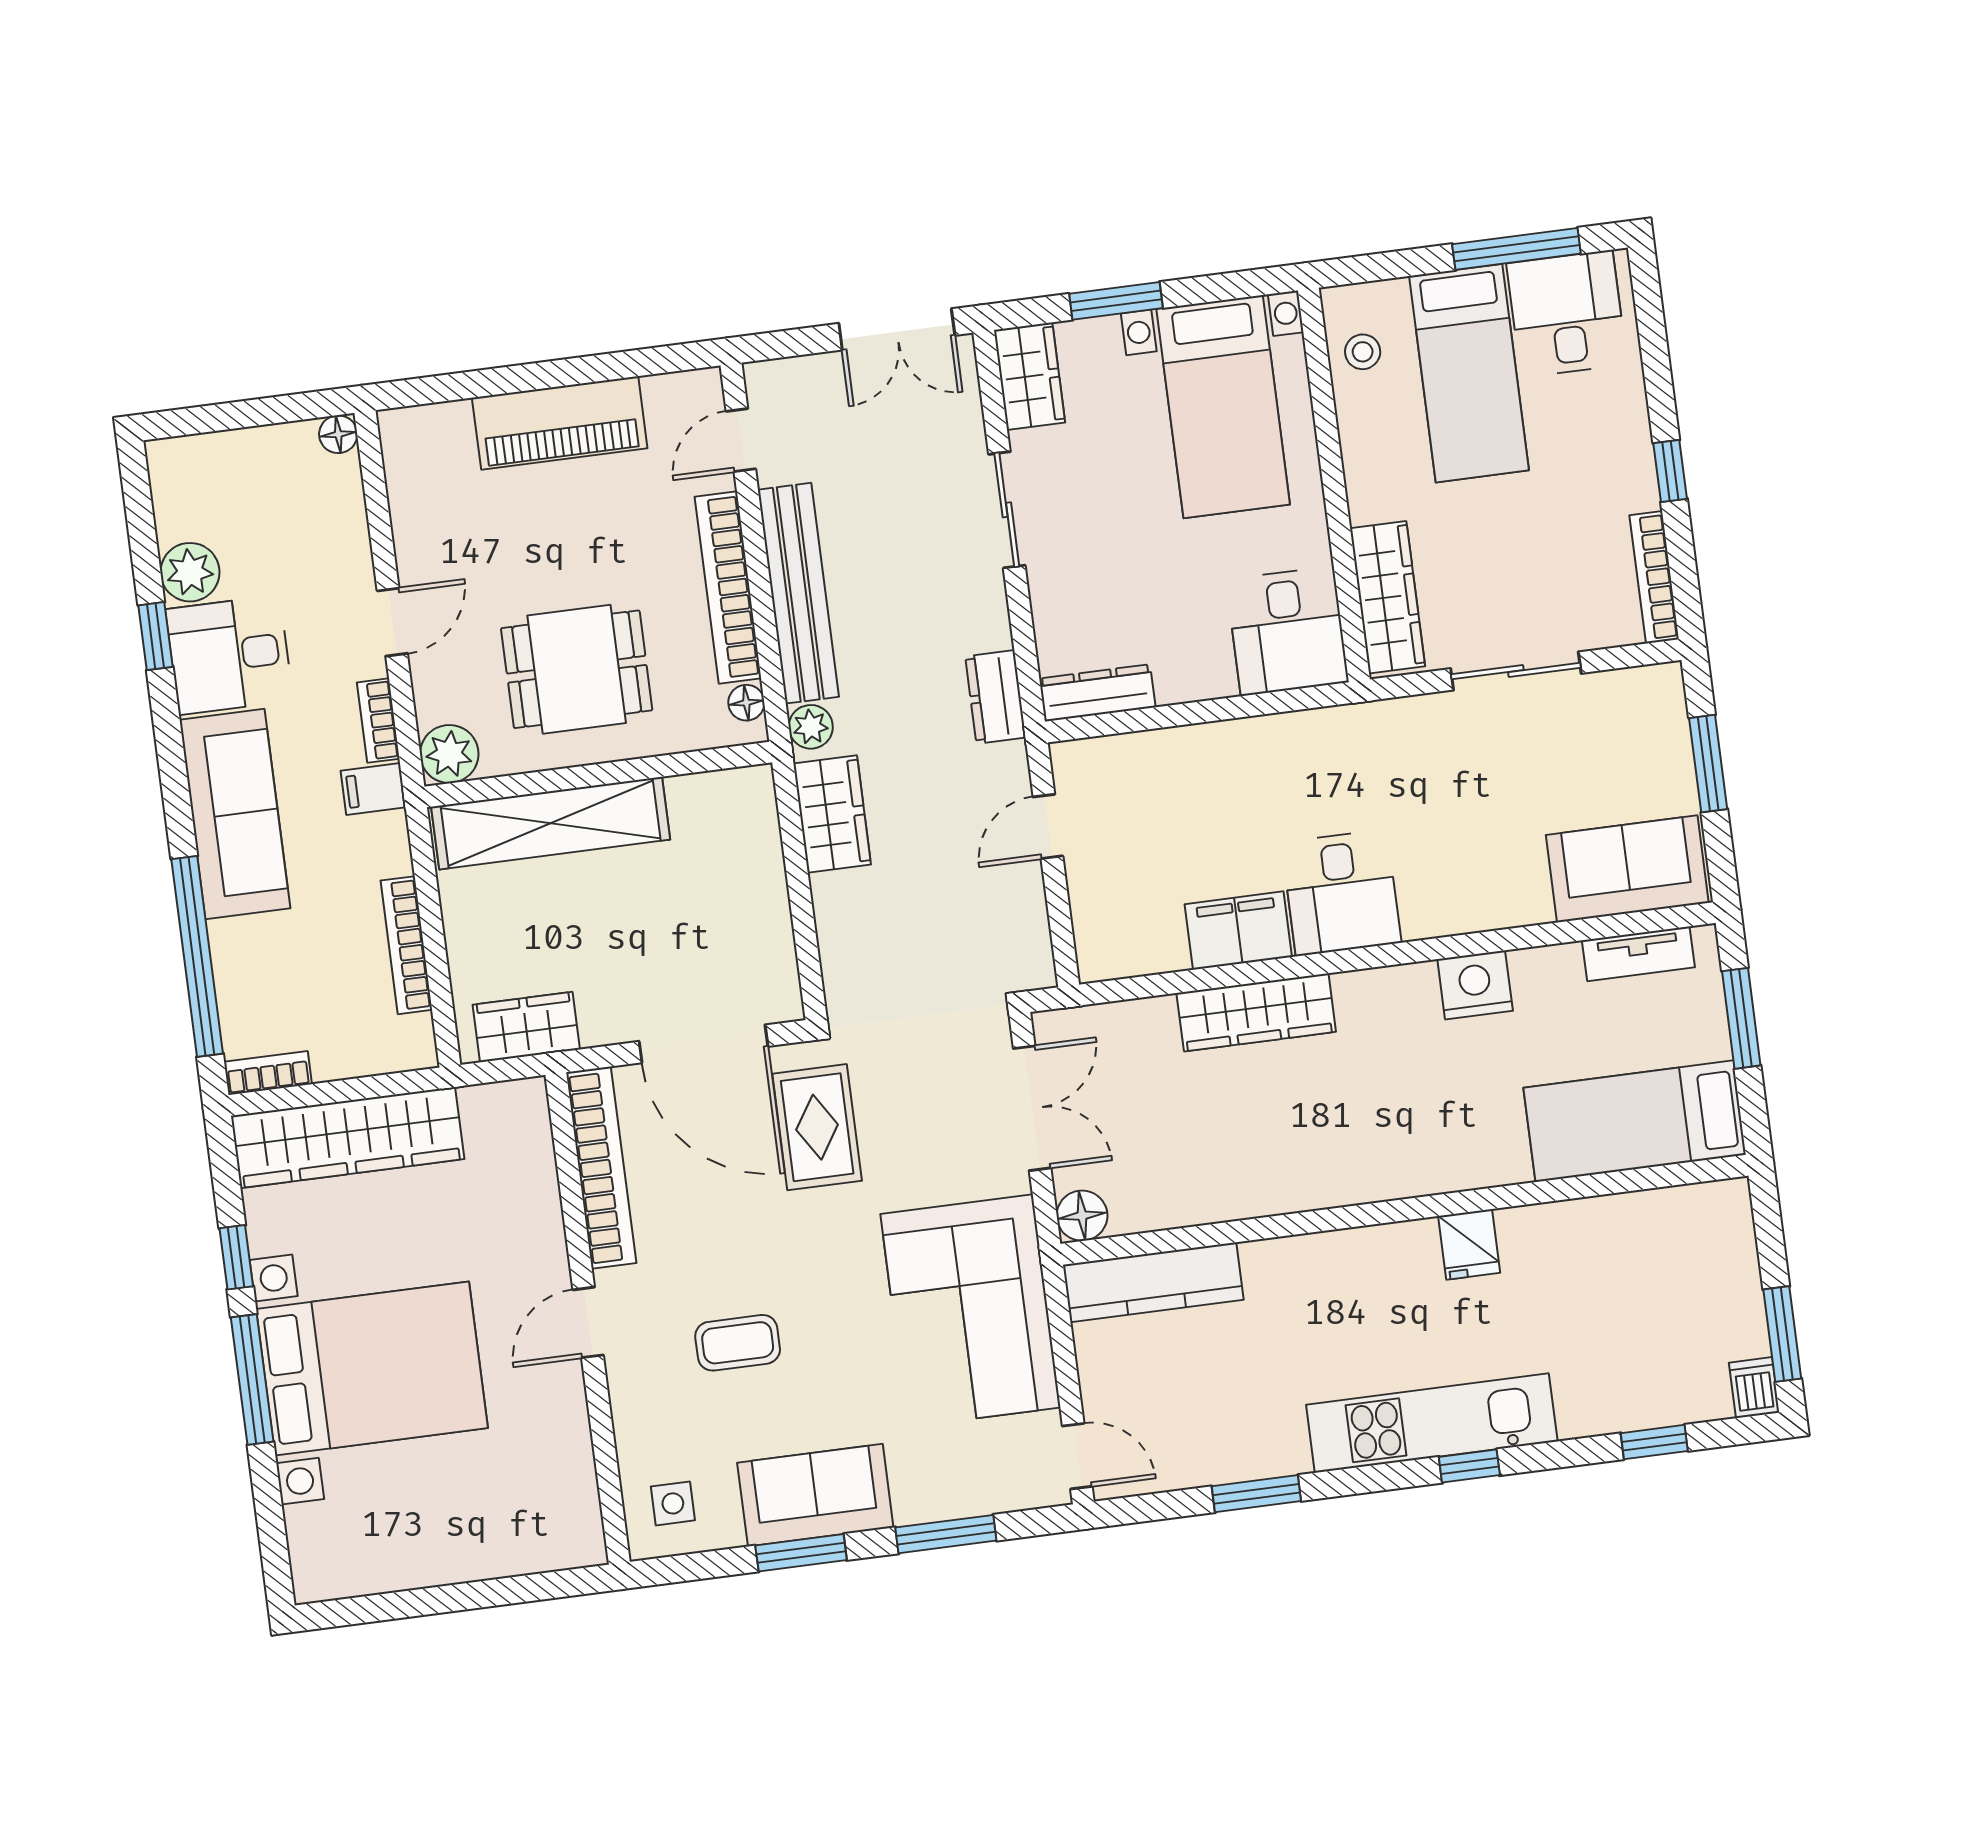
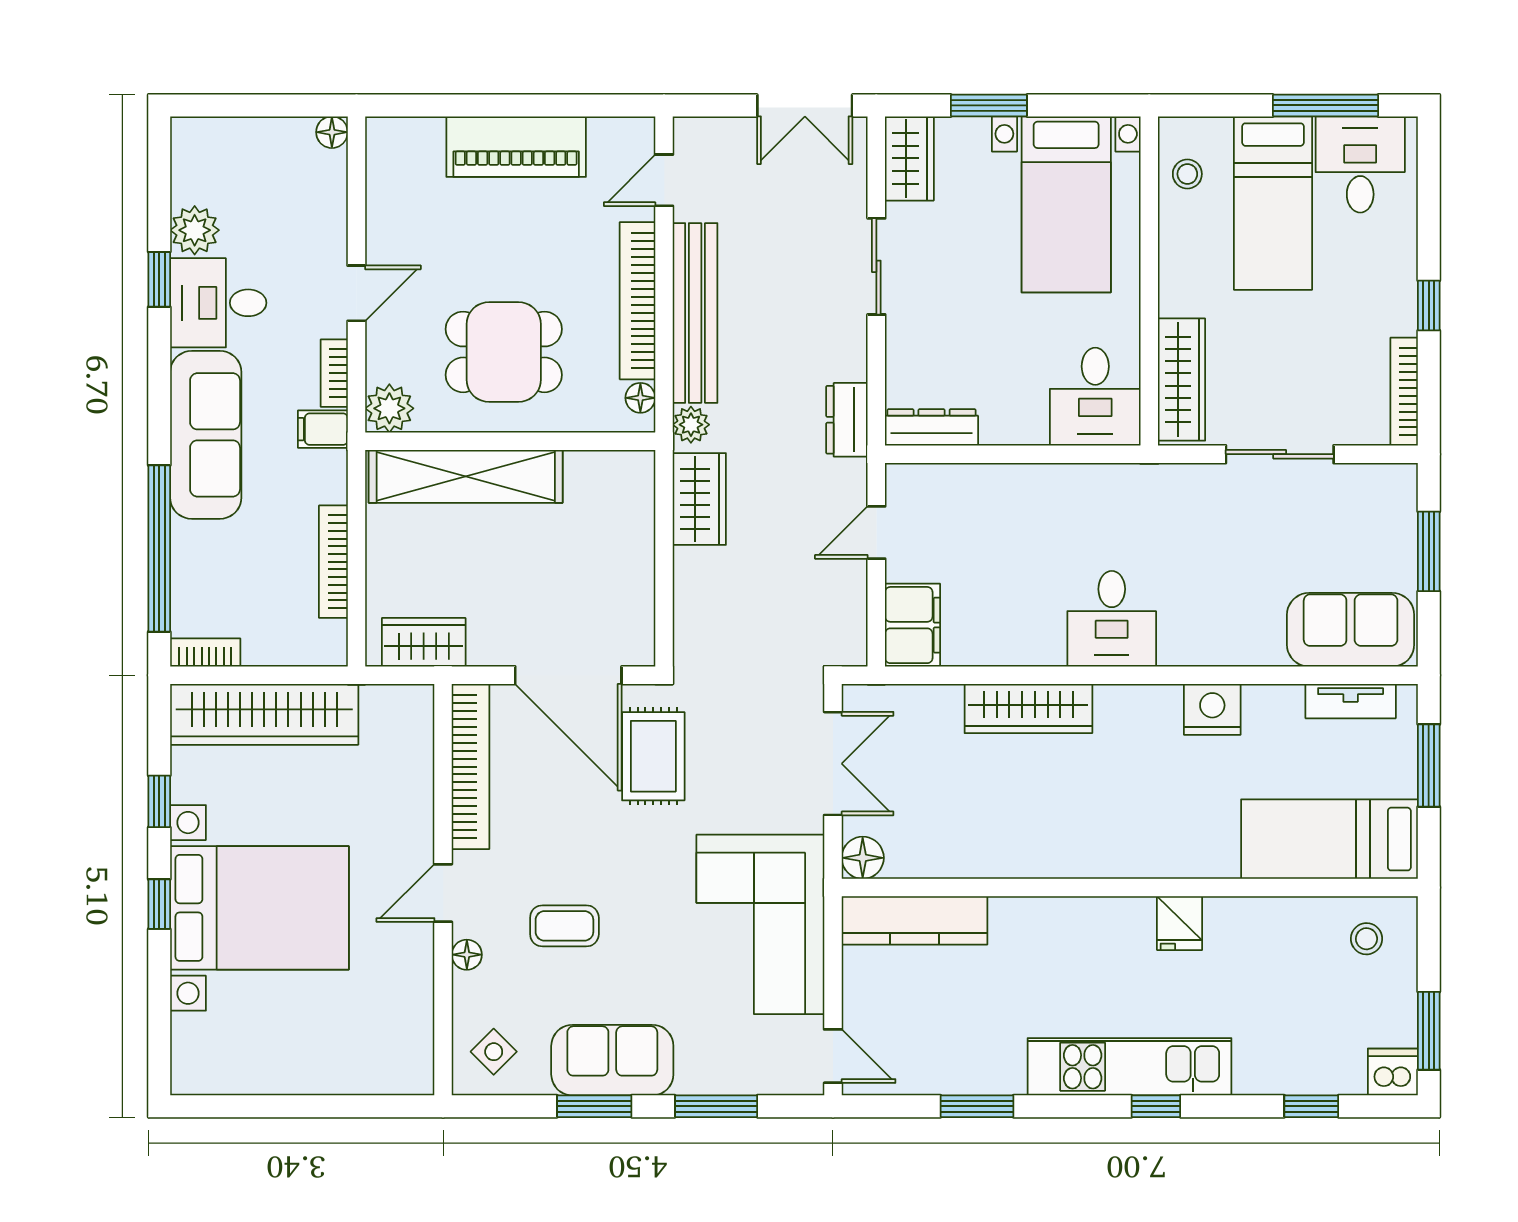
filing cabinet: (1238, 931) -> (913, 625), moved, turned 90
stool: (1694, 1234) -> (1366, 939), added
window: (252, 1380) -> (159, 904), width x0.46
dishwasher: (1754, 1388) -> (1393, 1072), width x1.38
floor lamp: (626, 1392) -> (467, 955), added
side table: (673, 1503) -> (494, 1052), turned 45

